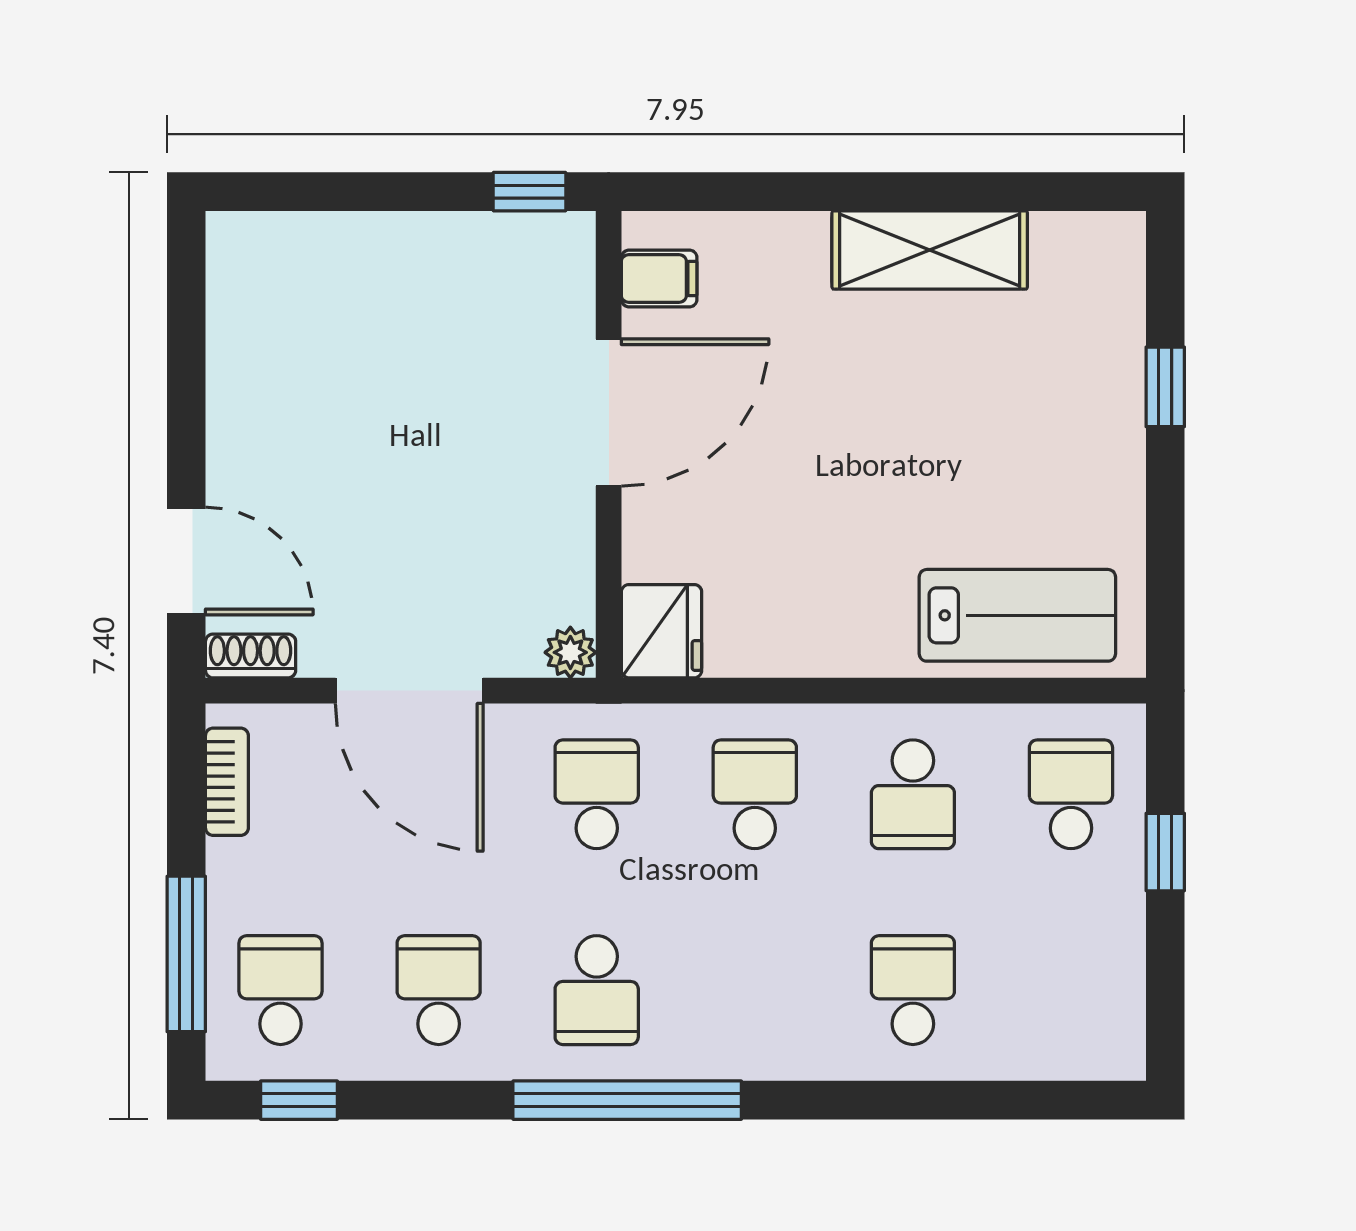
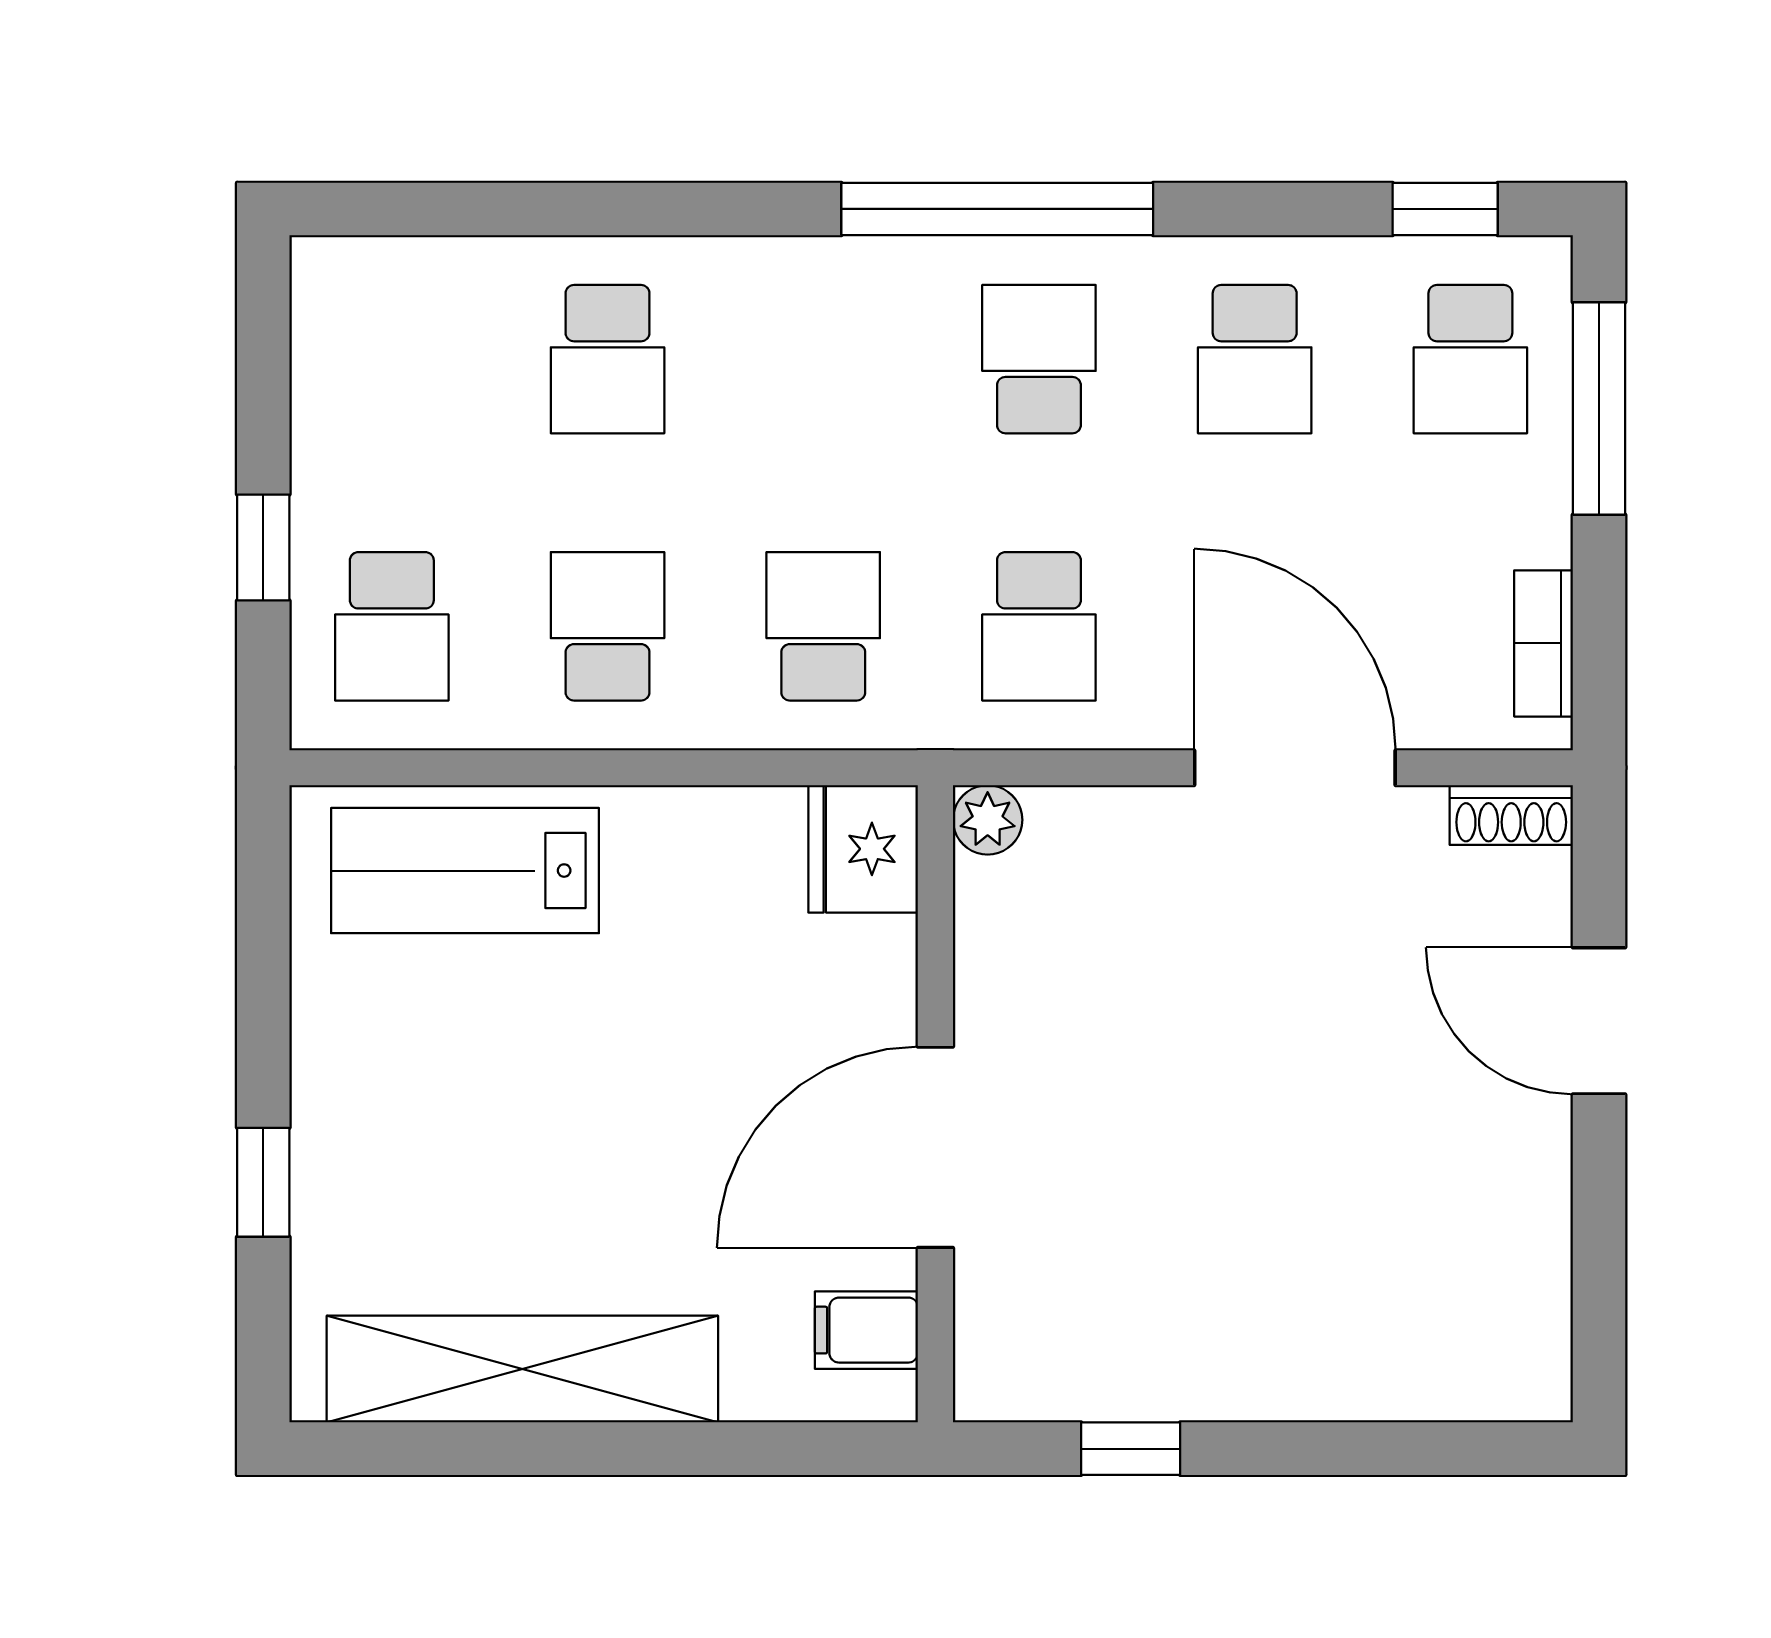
shelving: (930, 250) -> (522, 1369), width x1.47
filing cabinet: (659, 278) -> (866, 1330), moved
door: (609, 412) -> (935, 1147), moved
wall: (609, 444) -> (935, 1104), moved
door: (186, 561) -> (1599, 1021), moved
fridge: (662, 631) -> (863, 849), moved
plant: (570, 652) -> (988, 820), moved
school desk: (755, 794) -> (823, 626), turned 180

